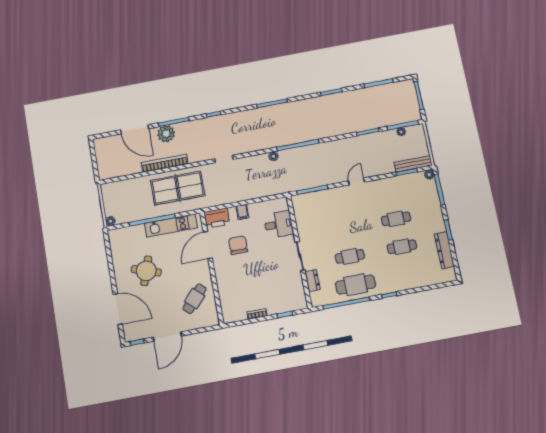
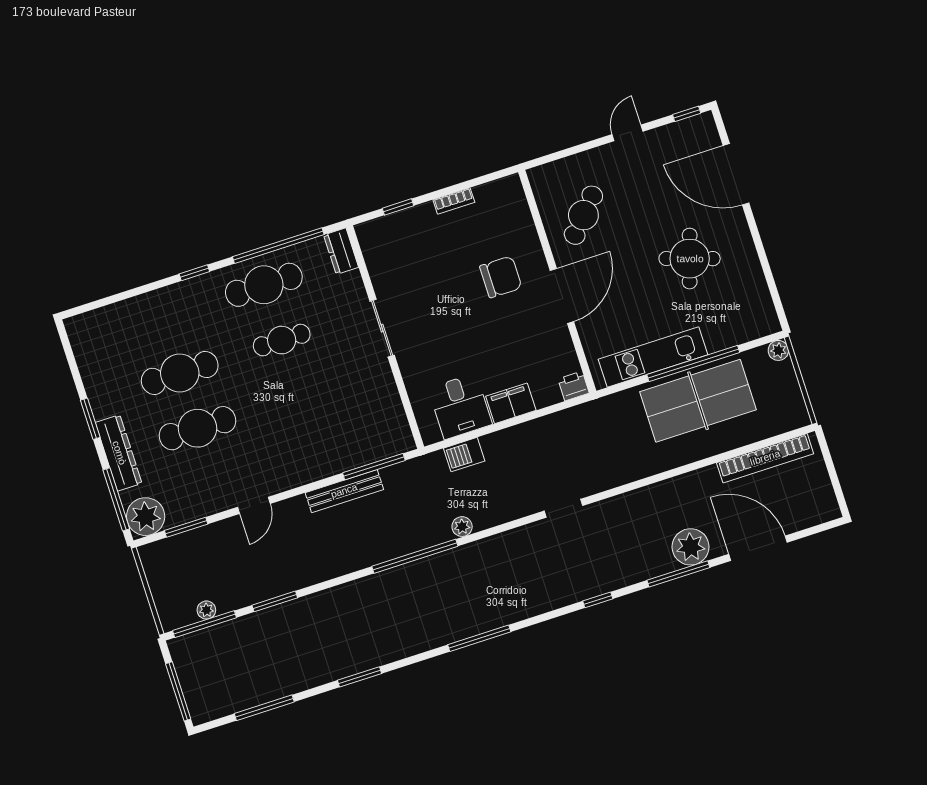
bookcase: (165, 163) -> (765, 458), moved
bench: (413, 164) -> (344, 491), moved
plant: (429, 175) -> (146, 517), width x1.88, depth x1.88
door: (356, 182) -> (254, 505), moved
table tennis table: (178, 188) -> (698, 401), moved
barbecue: (268, 190) -> (464, 455), added
filing cabinet: (242, 212) -> (511, 403), width x2.00
printer: (217, 218) -> (574, 386), width x0.53, depth x0.68
cafe table: (396, 219) -> (198, 428), width x1.37, depth x1.35
desk: (279, 224) -> (460, 406), moved, turned -90
door: (208, 245) -> (562, 296), moved
chair: (238, 245) -> (501, 277), moved, turned -90
cafe table: (402, 247) -> (180, 373), width x1.37, depth x1.35
dresser: (444, 250) -> (119, 453), moved
dresser: (312, 280) -> (341, 251), moved
door: (167, 337) -> (627, 133), width x0.53

